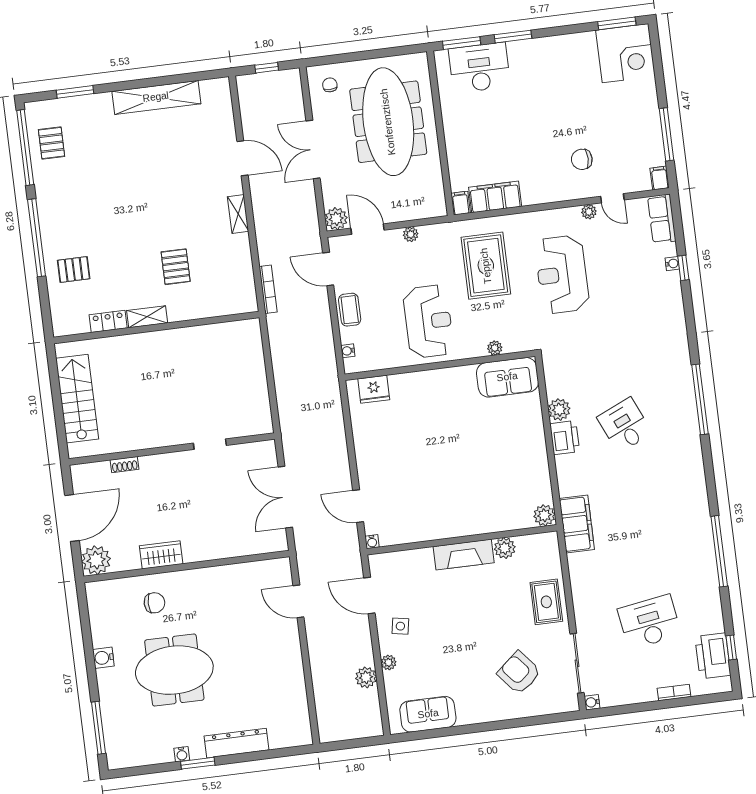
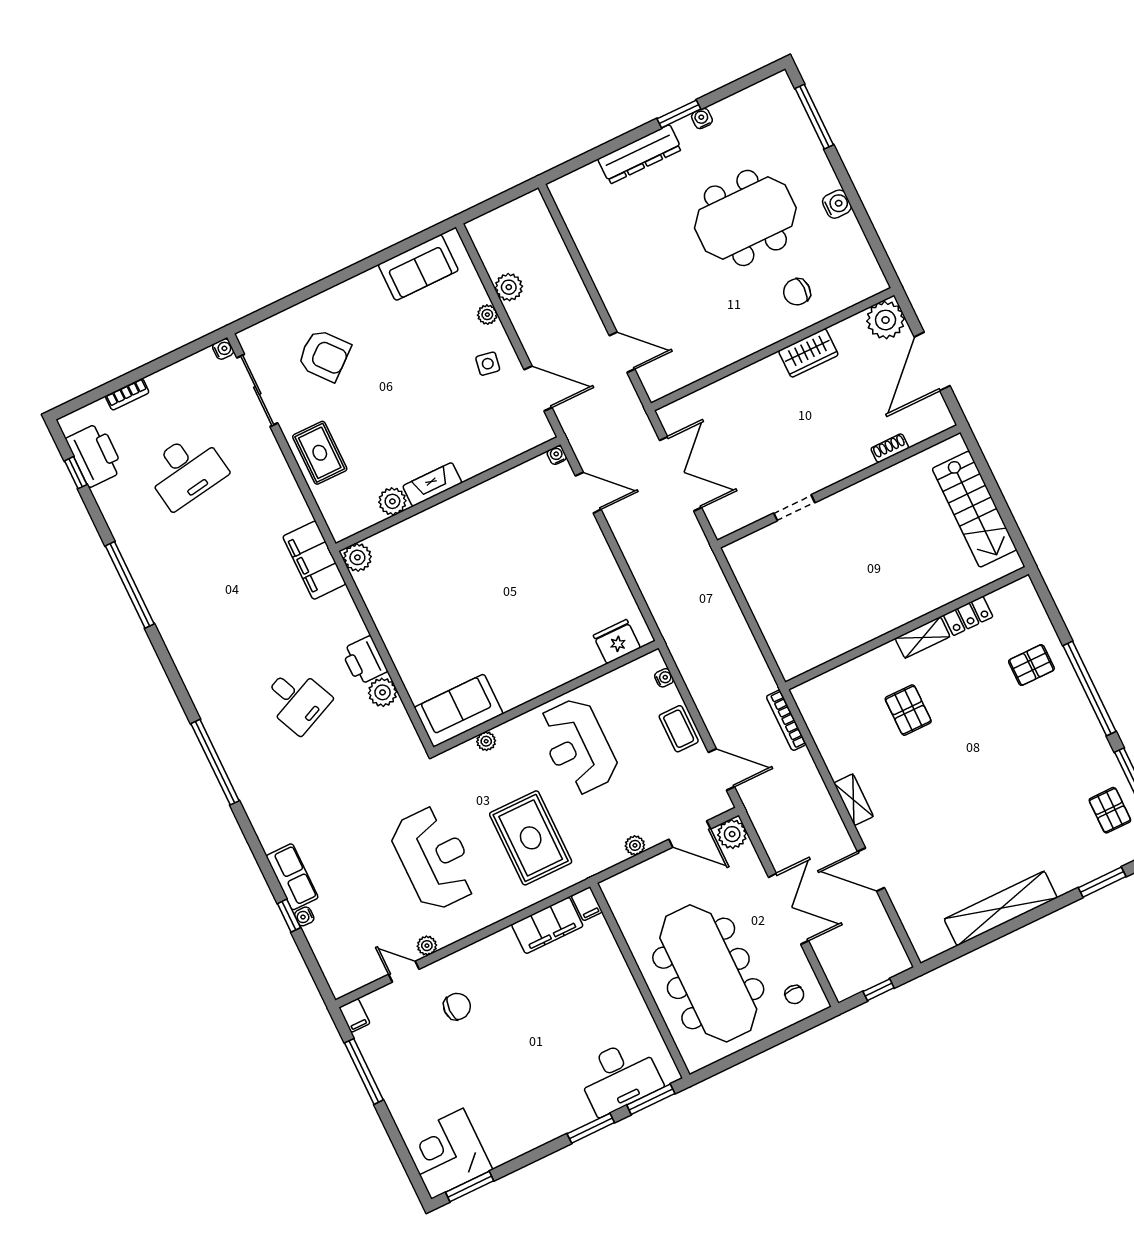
row of seats: (662, 219) -> (292, 877), moved
fireplace: (464, 555) -> (432, 484), width x0.73, depth x0.76

